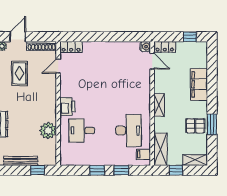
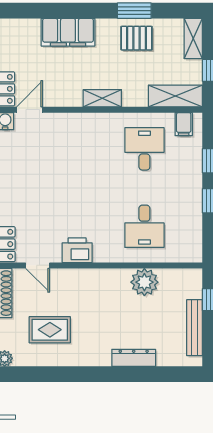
printer: (67, 106) -> (77, 250), moved
pallet: (195, 126) -> (137, 38), turned 90
desk: (129, 131) -> (144, 149), width x0.73

